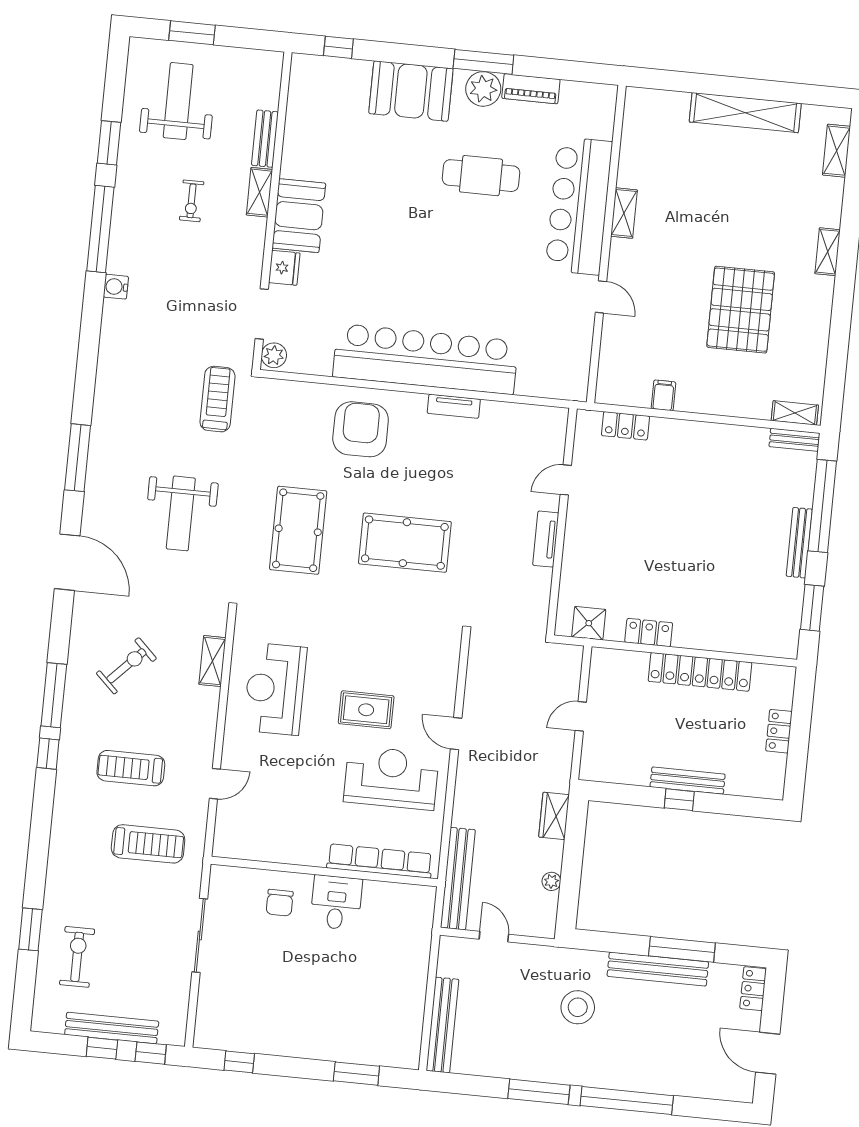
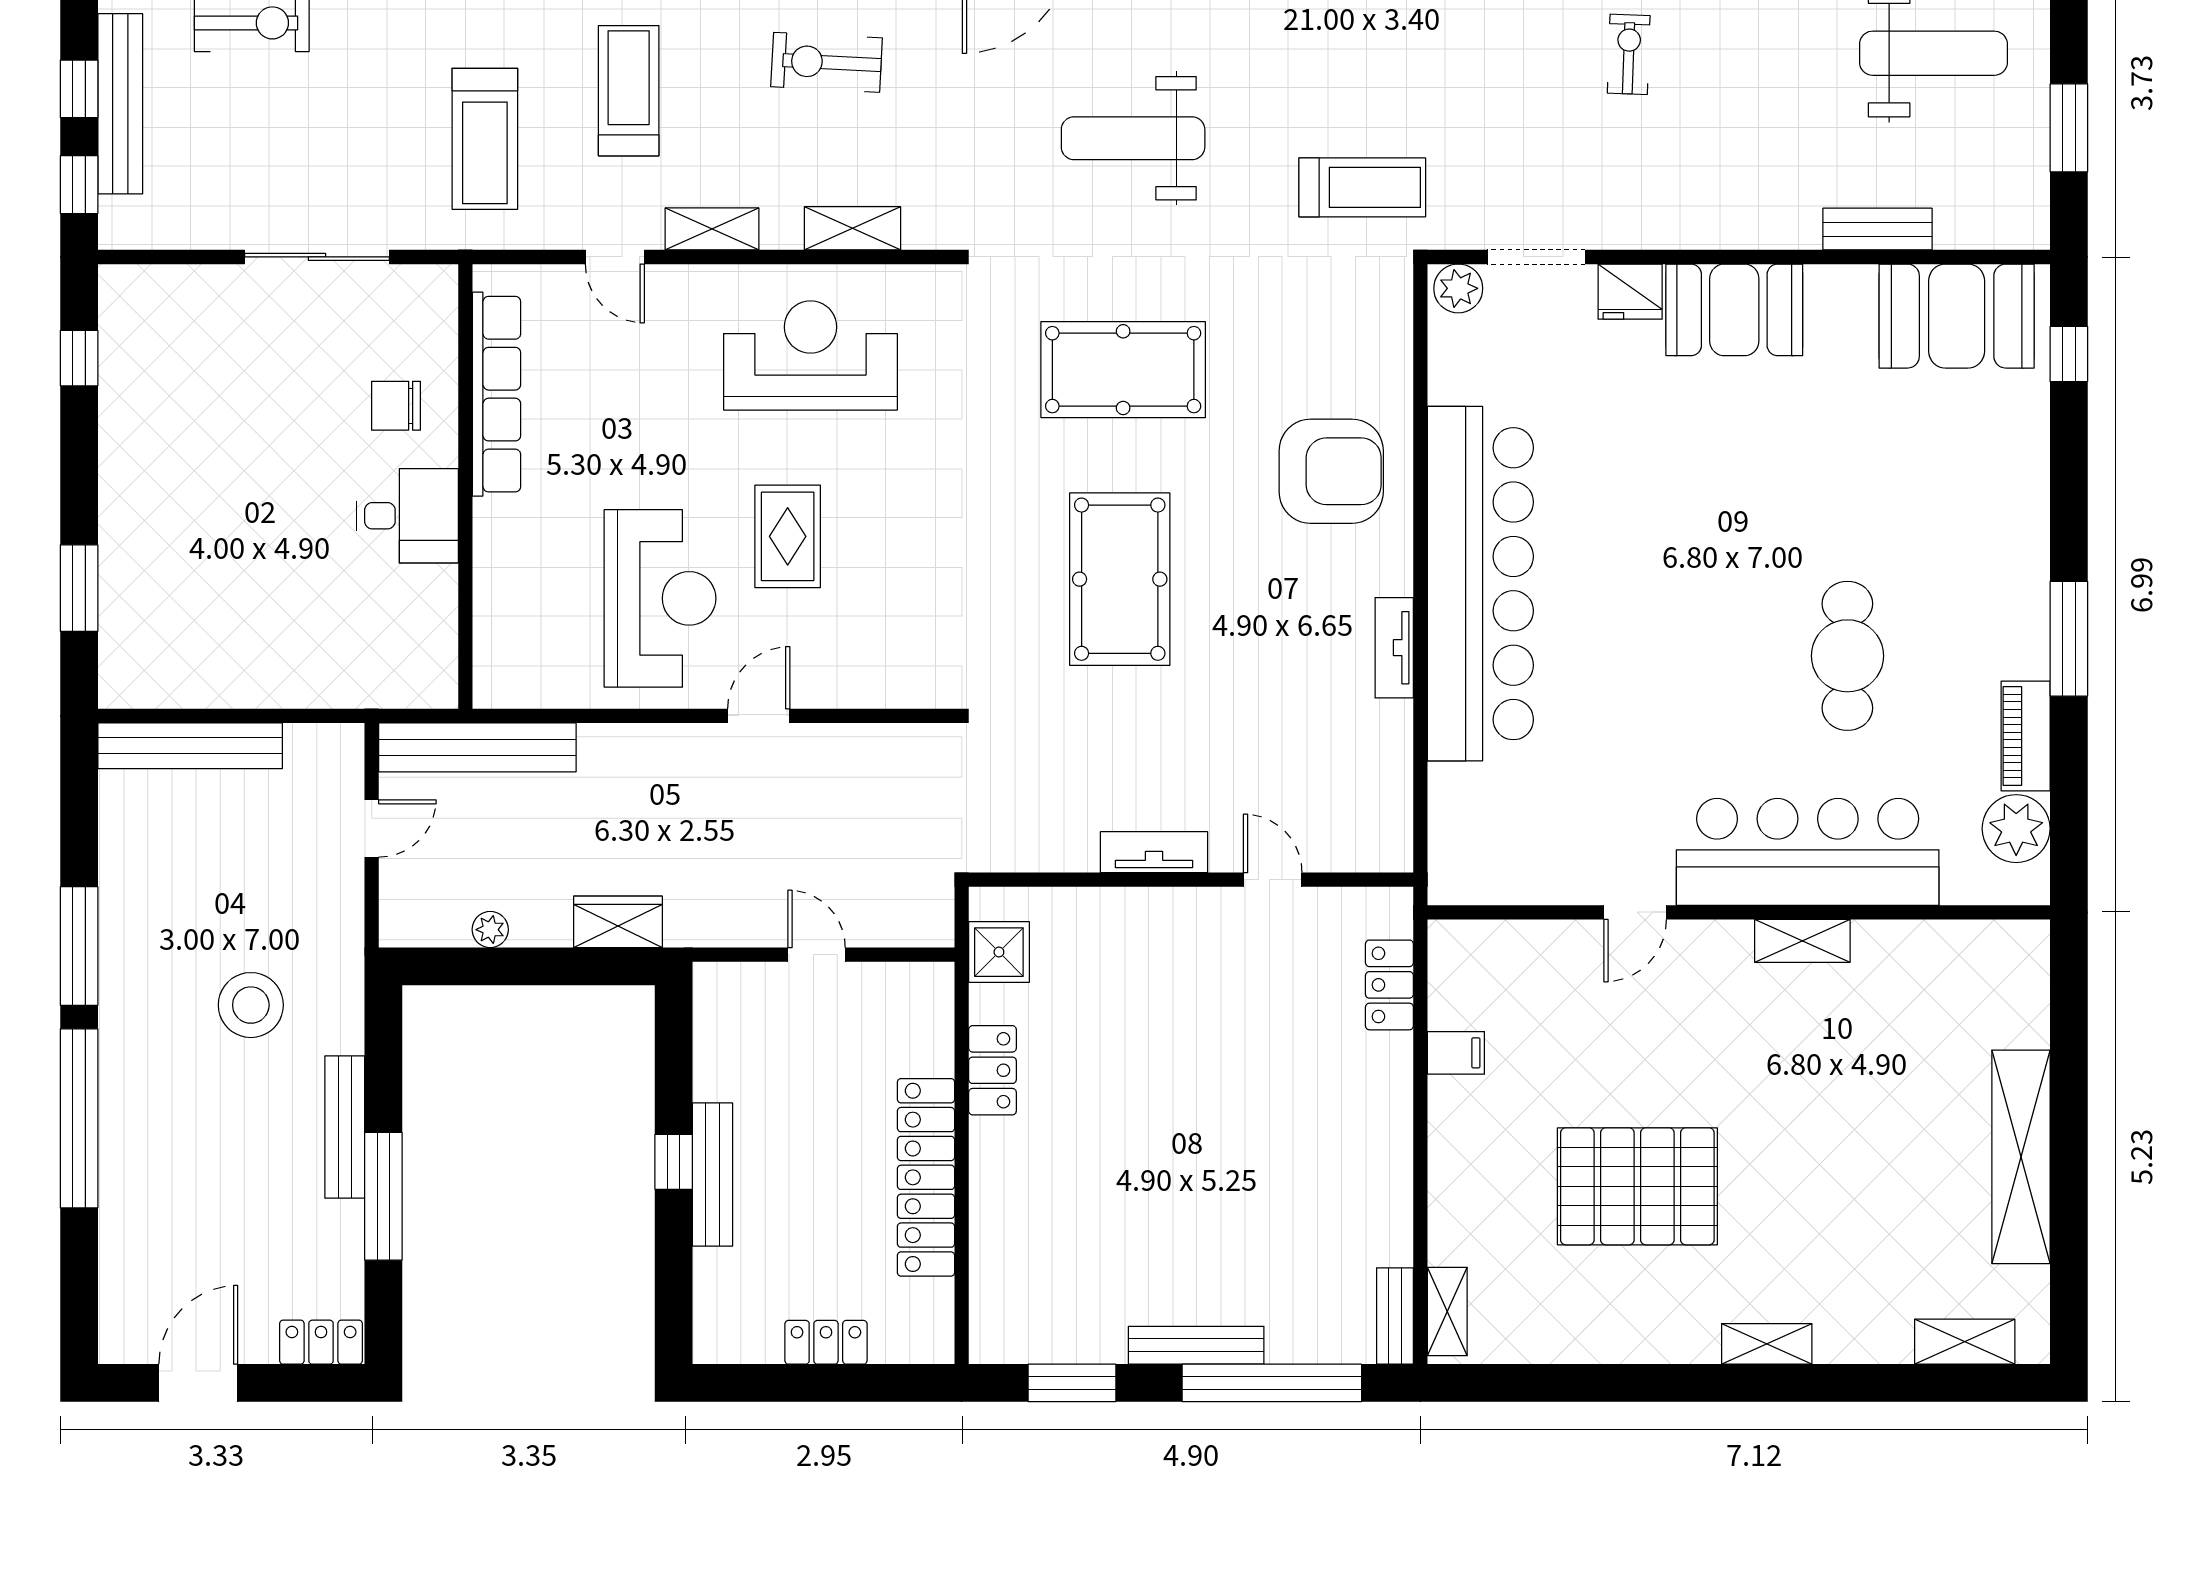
window: (192, 33) -> (2069, 128), moved
plant: (483, 89) -> (2016, 829), moved
booth: (411, 91) -> (1957, 316), moved, turned 90
shelving: (259, 192) -> (712, 229), moved
exercise bike: (192, 201) -> (1629, 54), moved, turned 92
exercise bike: (126, 666) -> (827, 62), turned 139
row of seats: (380, 861) -> (497, 394), moved
bench: (658, 969) -> (345, 1127), width x0.73, depth x0.82

